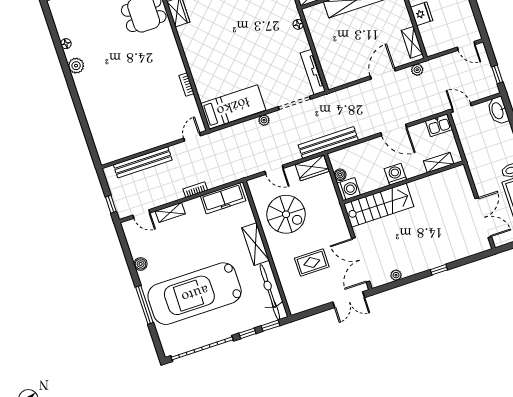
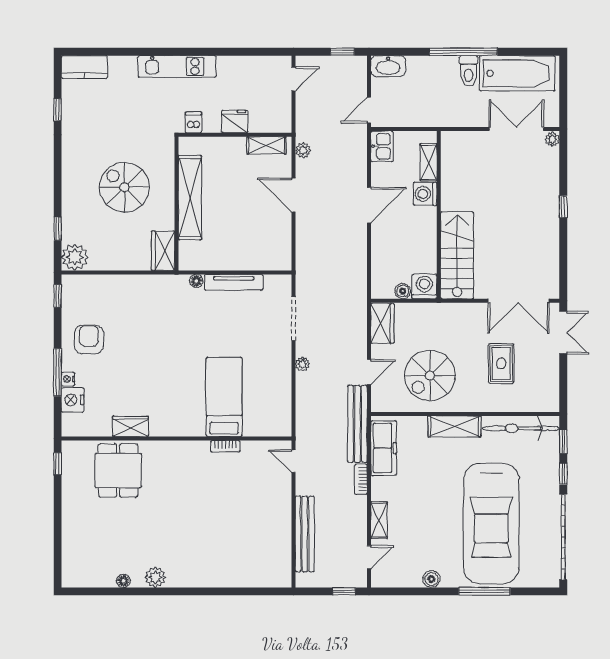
tv unit: (313, 72) -> (234, 282), moved
bed: (233, 107) -> (224, 397), moved
bench: (328, 143) -> (357, 424), moved
washing machine: (395, 174) -> (425, 194), moved
spiral stairs: (286, 214) -> (430, 376), turned 180
plant: (396, 275) -> (552, 139), moved

